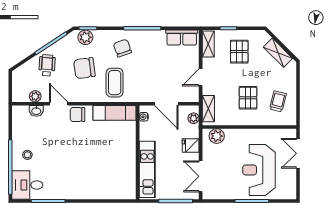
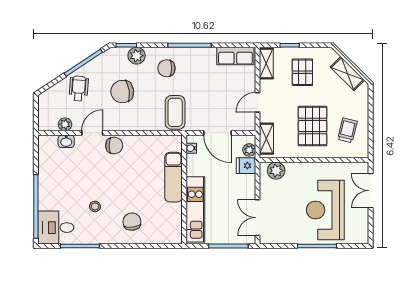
plant: (85, 37) -> (137, 56), moved
chair: (122, 48) -> (166, 68), turned -70
coffee table: (115, 83) -> (175, 112), moved
pallet: (248, 98) -> (313, 126), width x1.50, depth x1.42
door: (59, 104) -> (92, 133), hinge flipped
exam couch: (115, 113) -> (173, 177), moved, turned 90
chair: (77, 115) -> (114, 146), turned 180
fridge: (191, 146) -> (246, 166), moved
stool: (27, 155) -> (95, 206), moved
chair: (93, 180) -> (132, 222), added

